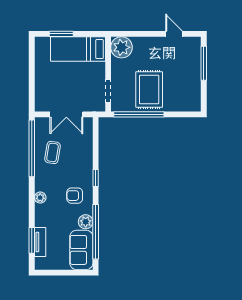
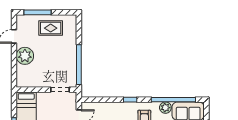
plant: (121, 47) -> (25, 56), moved
rug: (149, 90) -> (51, 28), moved, width x0.73, depth x0.70

